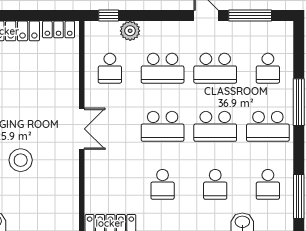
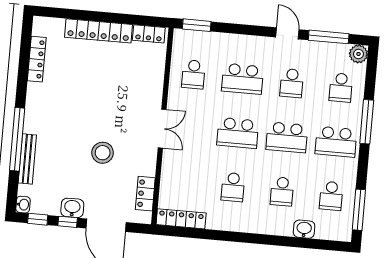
window: (109, 16) -> (197, 25), width x1.50
plant: (130, 31) -> (358, 54), moved
school desk: (215, 68) -> (292, 83), width x0.54
locker: (70, 200) -> (145, 194), added

